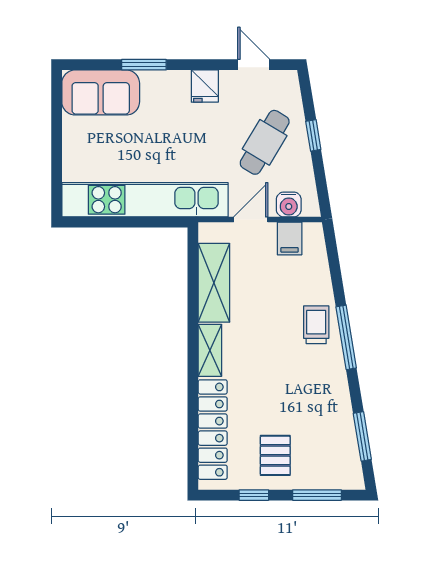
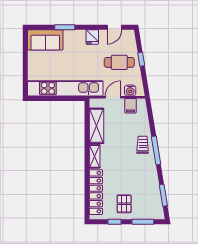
door: (254, 65) -> (114, 27), swing flipped
cafe table: (265, 142) -> (119, 62), turned 59

